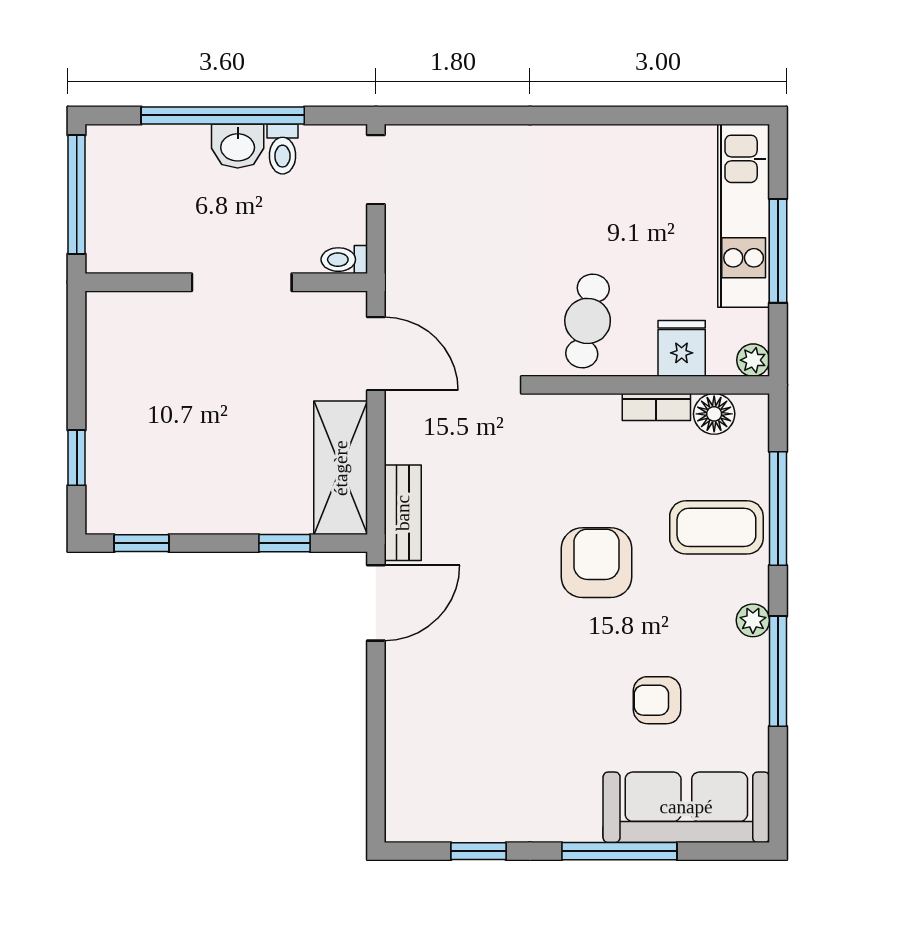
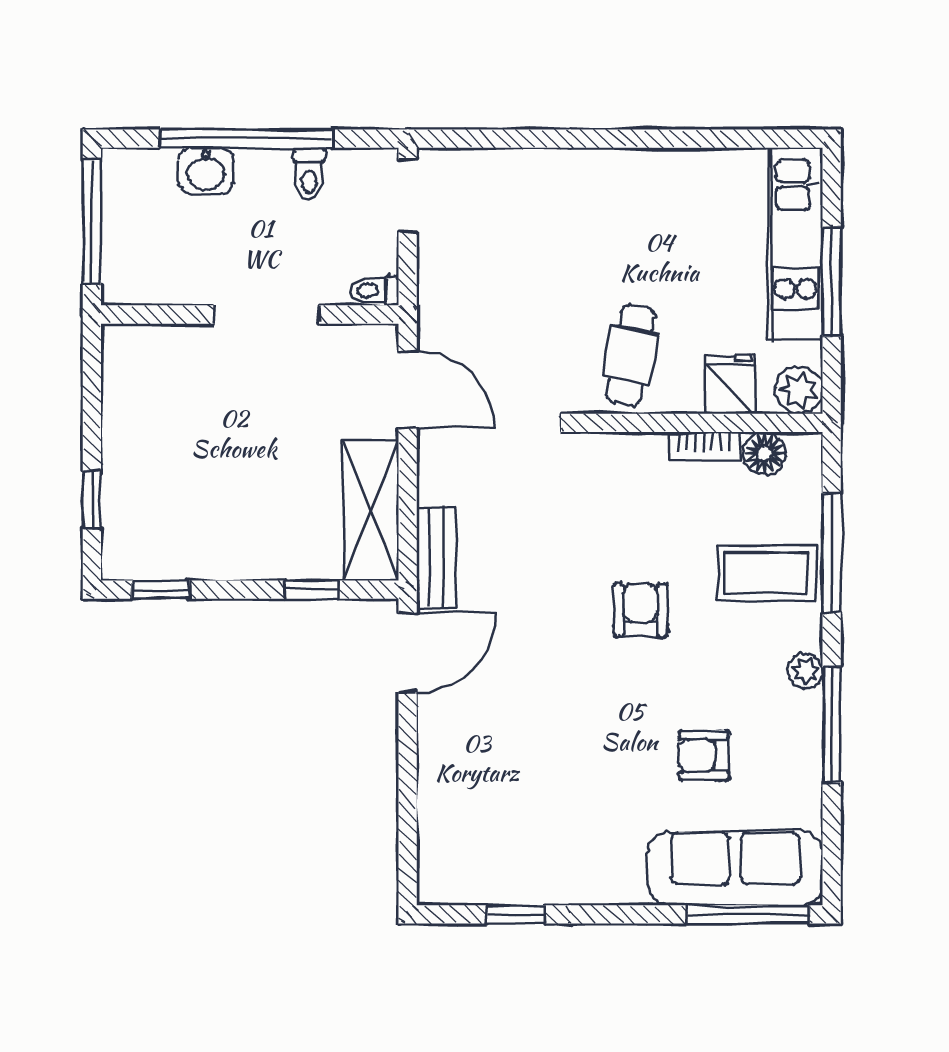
washbasin: (238, 146) -> (206, 171), moved
plant: (753, 360) -> (799, 390), width x1.38, depth x1.38
armchair: (597, 563) -> (640, 610), width x0.72, depth x0.72
window: (619, 851) -> (749, 914), moved

